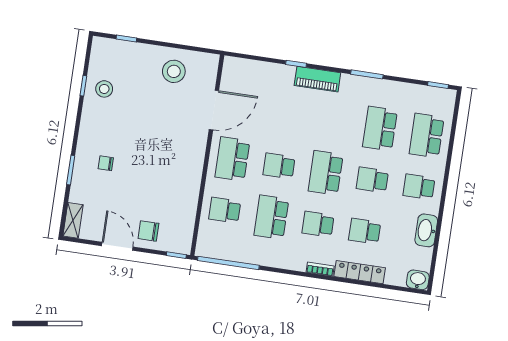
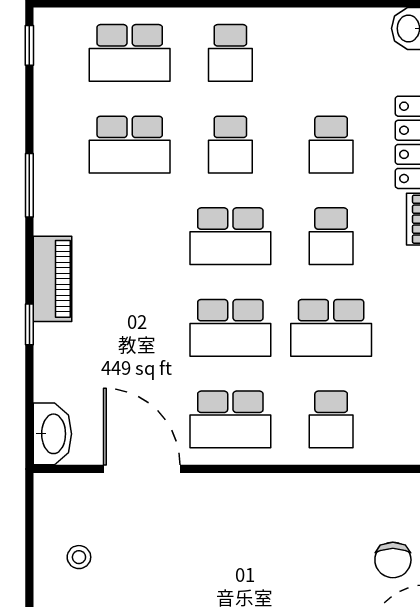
stool: (174, 71) -> (79, 557), width x0.53, depth x0.53
school desk: (279, 166) -> (230, 328), width x1.85
washbasin: (426, 230) -> (52, 434), moved, turned -90

